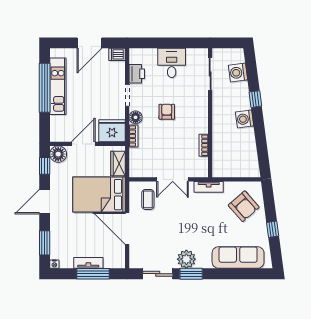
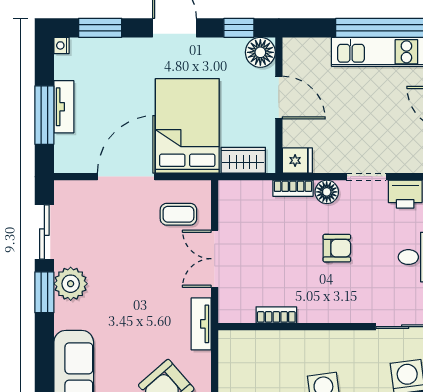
fridge: (112, 131) -> (297, 160), width x0.53, depth x0.75

